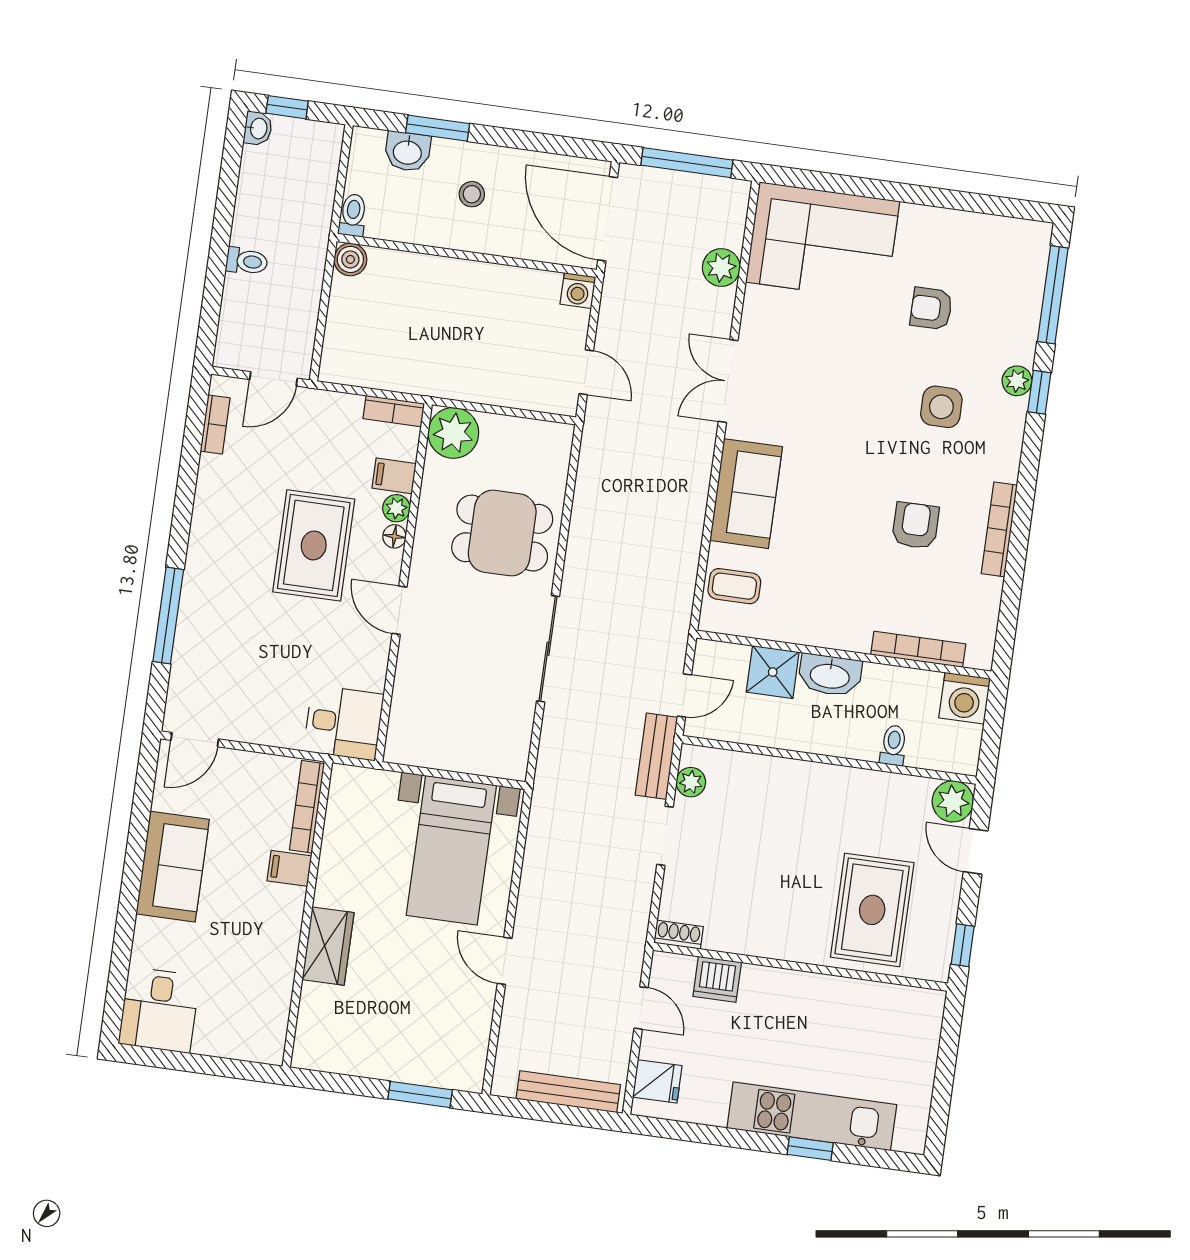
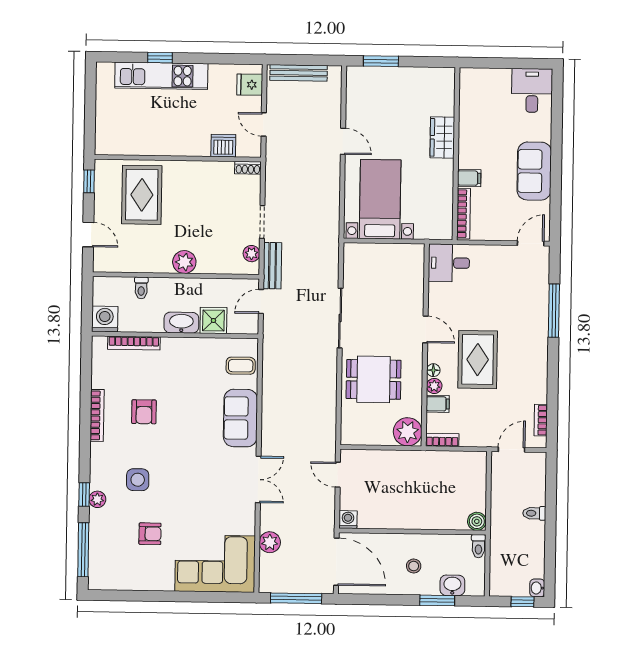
plant: (953, 801) -> (184, 262), moved

